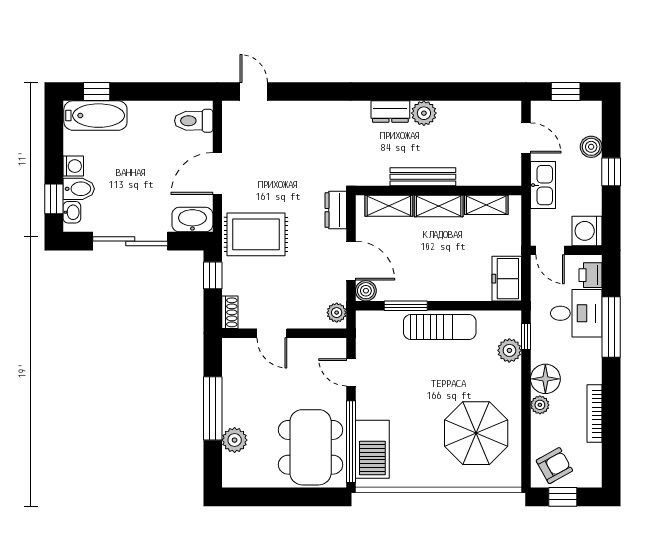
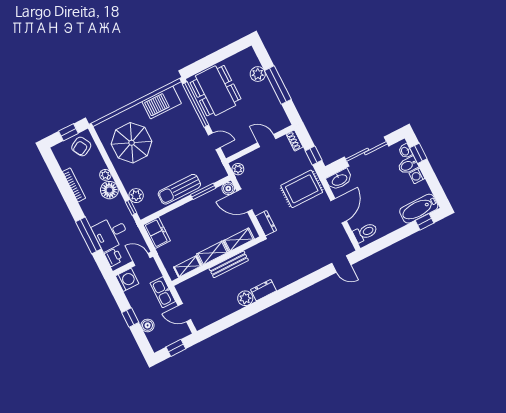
barbecue: (372, 449) -> (162, 102), moved, turned -90

